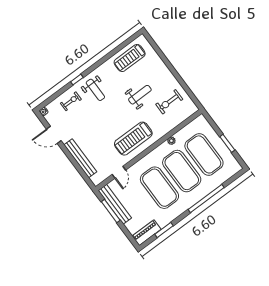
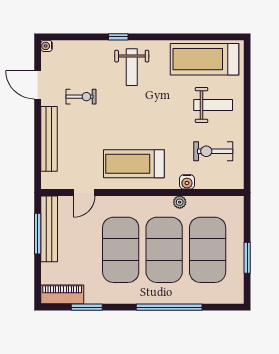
treadmill: (130, 58) -> (205, 59), width x1.37, depth x1.38
weight bench: (140, 95) -> (213, 105), moved
exercise bike: (71, 101) -> (81, 97), moved
water cooler: (167, 128) -> (187, 182), added

